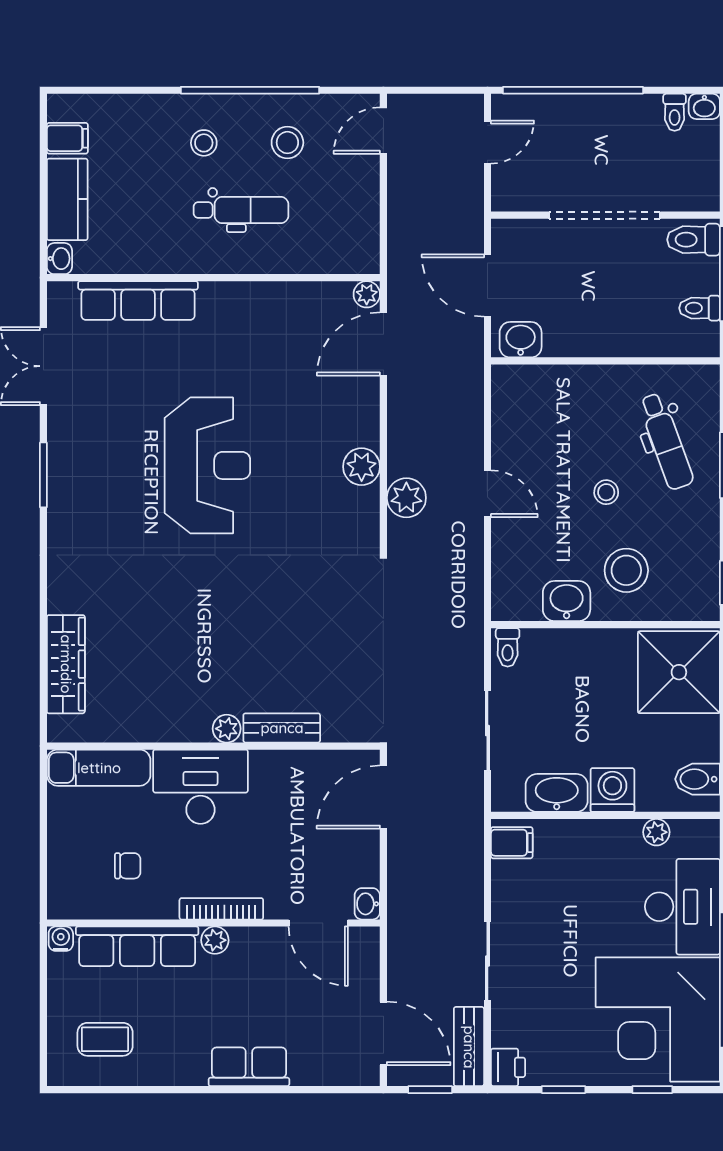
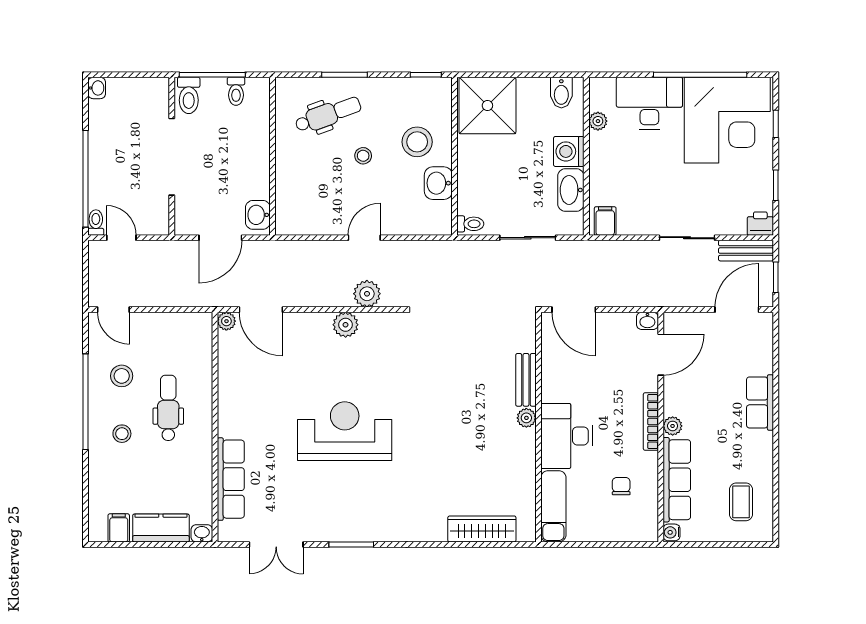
toilet: (675, 112) -> (96, 223), moved, turned -90

